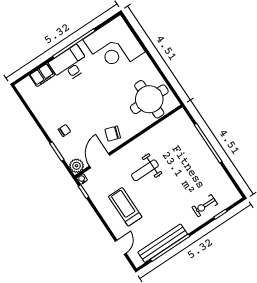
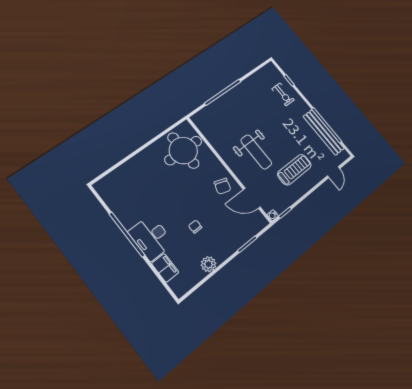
corner desk: (114, 46) -> (127, 190), removed
chair: (64, 131) -> (195, 227), moved
plant: (76, 166) -> (209, 264), moved
weight bench: (145, 170) -> (256, 152), width x1.36, depth x1.33
treadmill: (125, 207) -> (294, 170), turned 180
door: (121, 247) -> (334, 172), swing flipped

